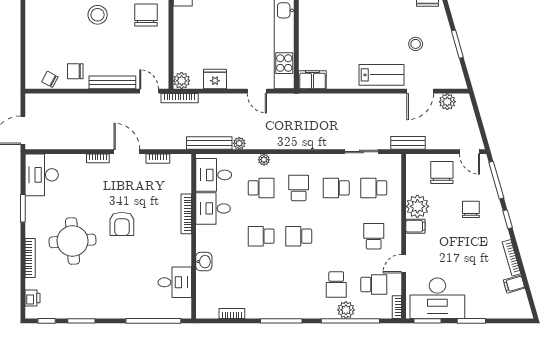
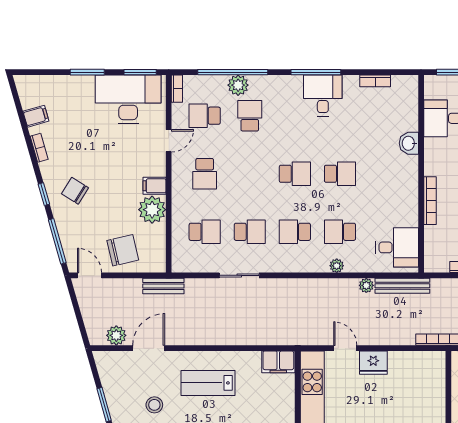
lab bench: (382, 75) -> (208, 383), moved
fridge: (215, 79) -> (373, 363), moved
plant: (182, 81) -> (436, 361), removed
sliding door: (361, 152) -> (239, 275), moved
chair: (442, 173) -> (123, 250), turned -103
school desk: (299, 188) -> (295, 232), turned 90
desk: (213, 208) -> (323, 95), moved, turned -90
chair: (471, 209) -> (75, 191), moved, turned 122
bookcase: (511, 258) -> (39, 148), width x0.64

